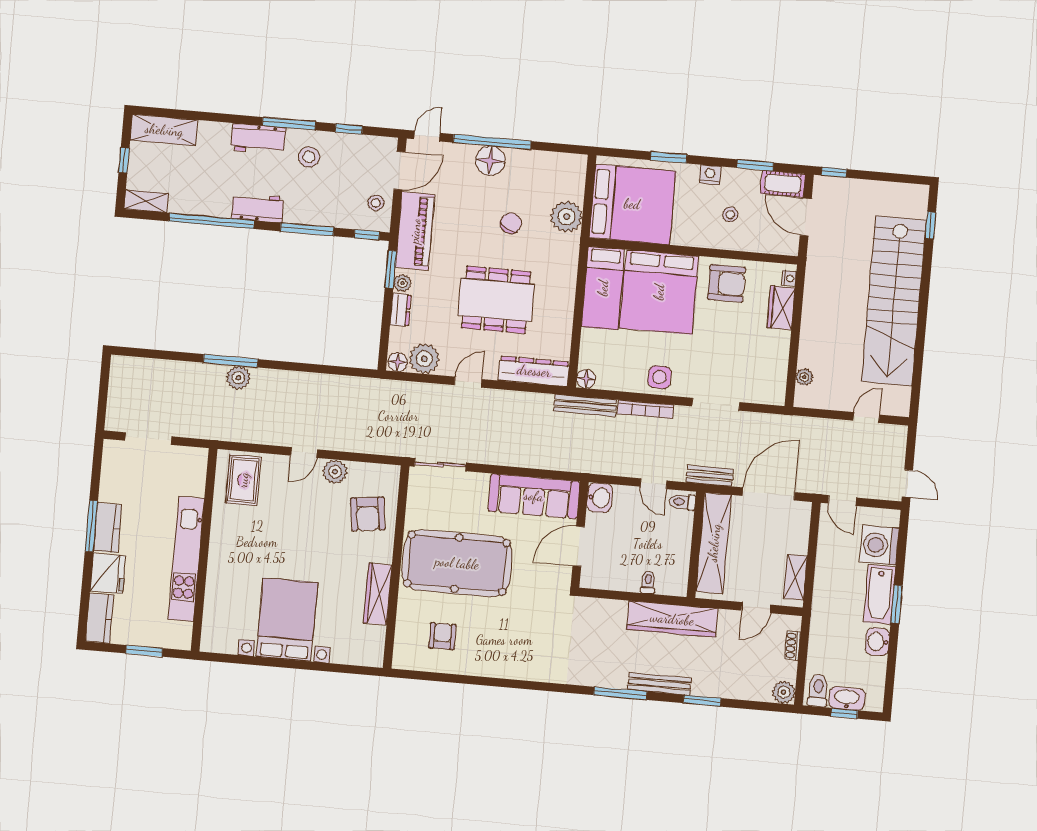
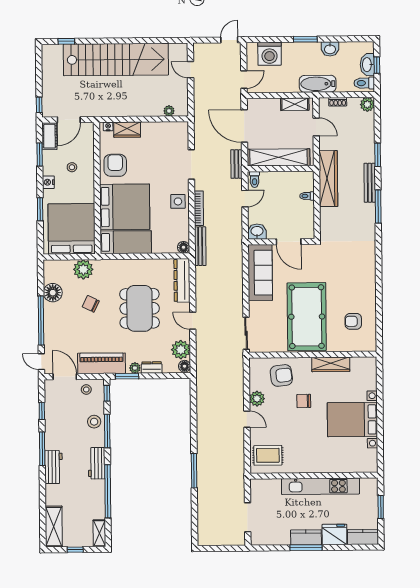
stool: (309, 157) -> (94, 422), moved
floor lamp: (490, 161) -> (53, 293), moved
plant: (238, 378) -> (204, 465), removed
chair: (324, 545) -> (304, 401), added
bathtub: (880, 594) -> (318, 84), moved, turned 180

